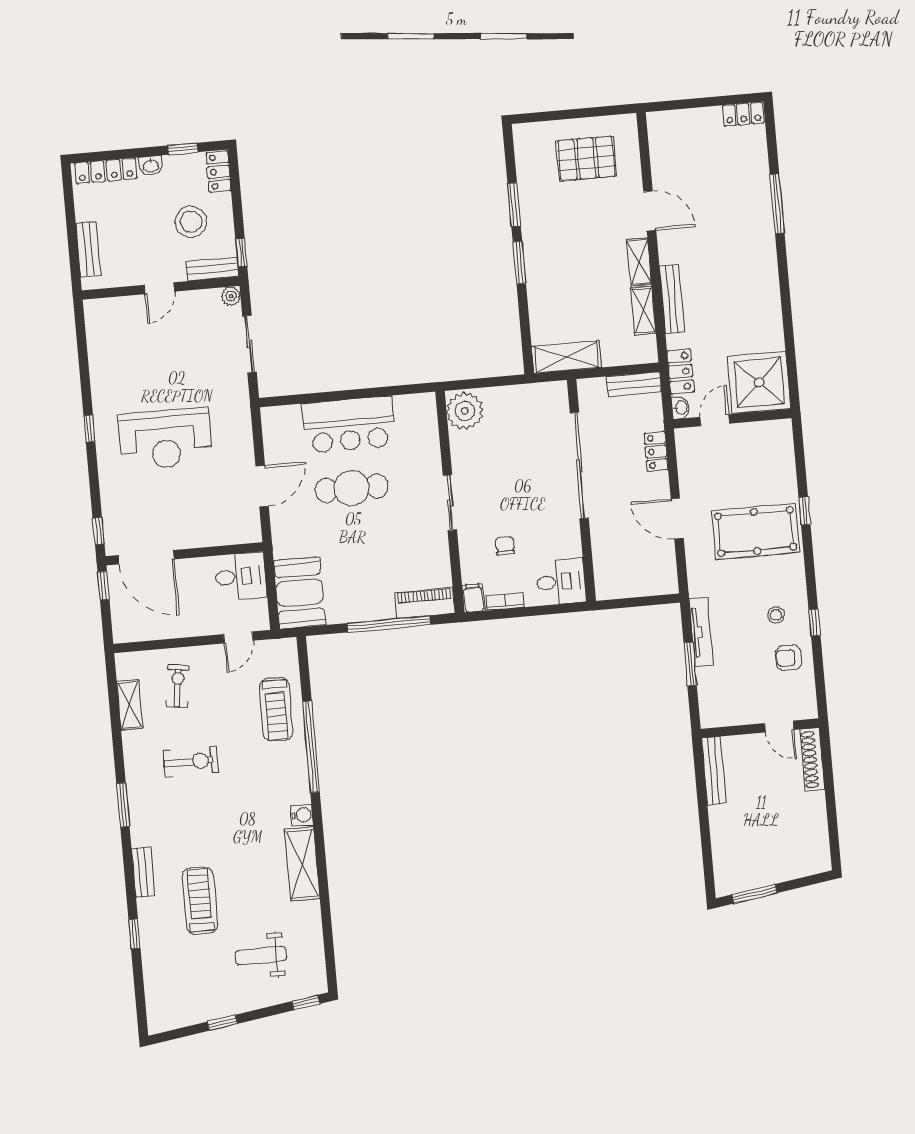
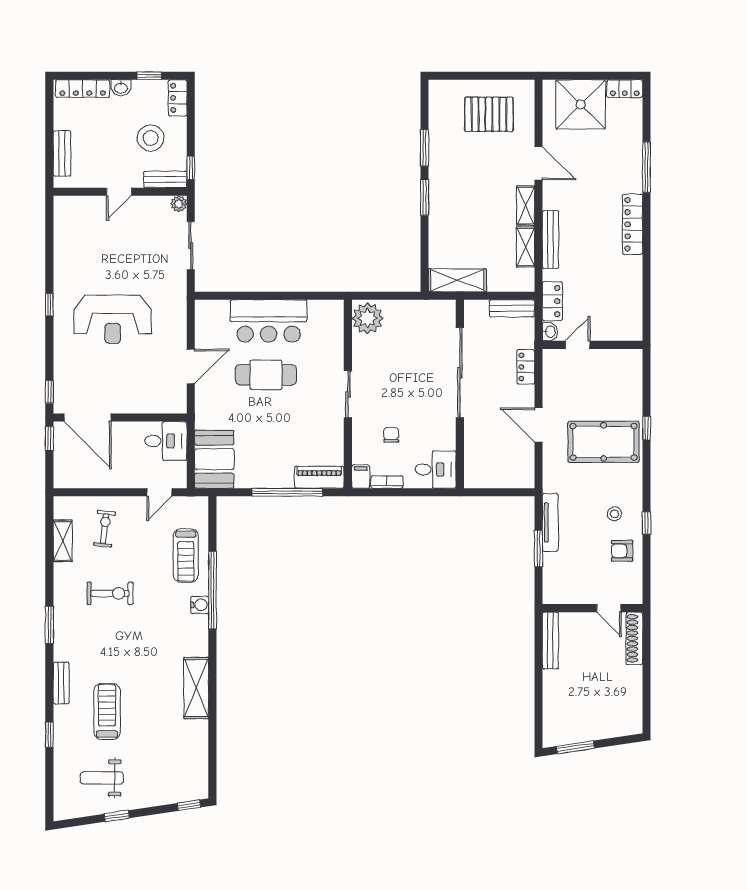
locker: (767, 273) -> (633, 224), added
shower: (759, 382) -> (581, 104), moved
water cooler: (302, 815) -> (200, 605), moved
weight bench: (261, 956) -> (102, 778), moved

